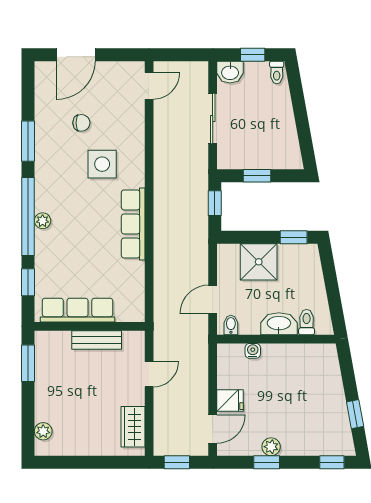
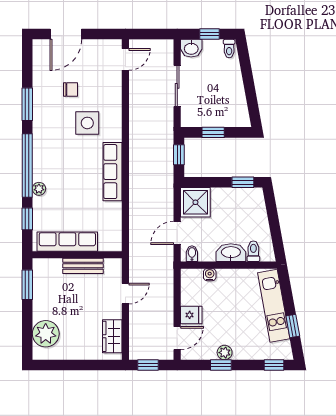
plant: (43, 221) -> (39, 189), moved
shower: (259, 262) -> (195, 202), moved
kitchen unit: (332, 389) -> (274, 306), added
plant: (43, 431) -> (46, 334), width x1.88, depth x1.88

